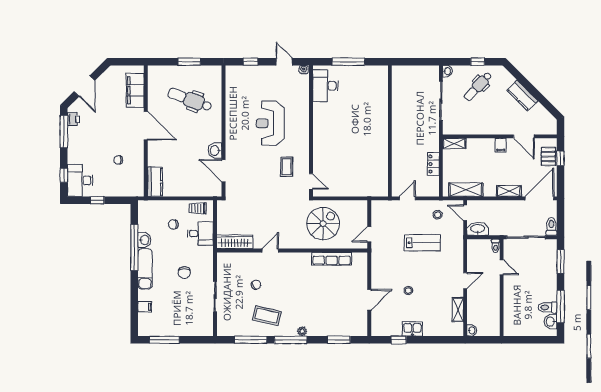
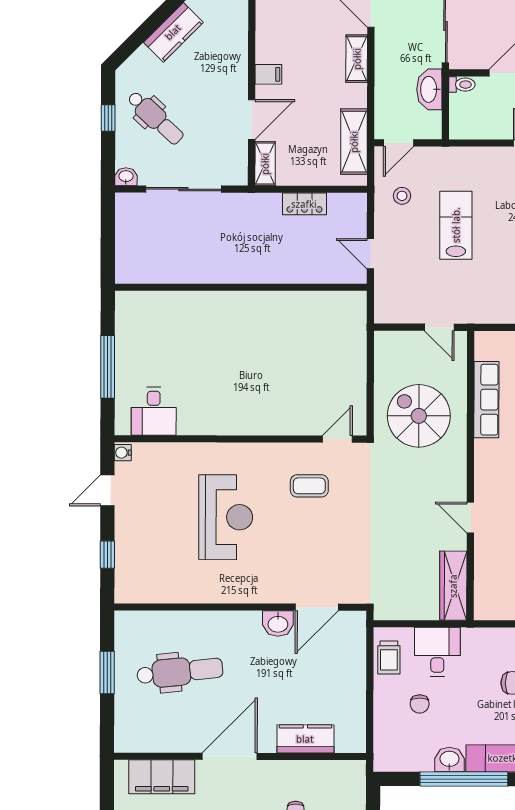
desk: (325, 86) -> (154, 411), width x0.73
dental chair: (190, 100) -> (180, 672), turned -116
reception desk: (270, 123) -> (226, 517), turned -90
door: (524, 136) -> (252, 119), moved
kitchen counter: (155, 182) -> (305, 739), moved
washbasin: (478, 229) -> (429, 89), moved

